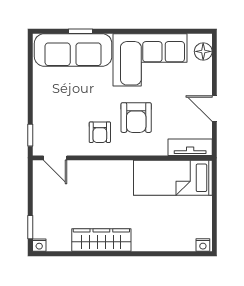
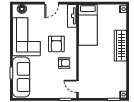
armchair: (136, 118) -> (56, 44), turned 90
door: (55, 158) -> (77, 86), swing flipped
wardrobe: (101, 240) -> (120, 46), moved

